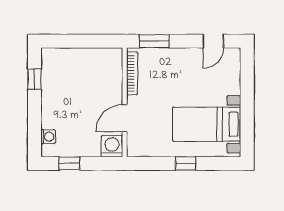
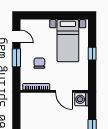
window: (154, 41) -> (16, 58), moved
chair: (170, 78) -> (39, 63), added

